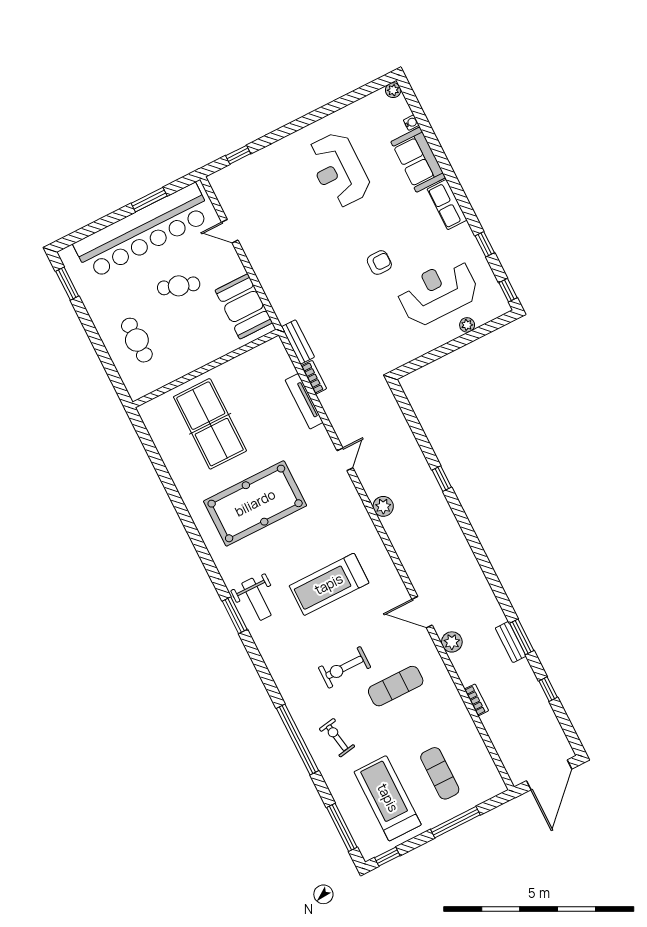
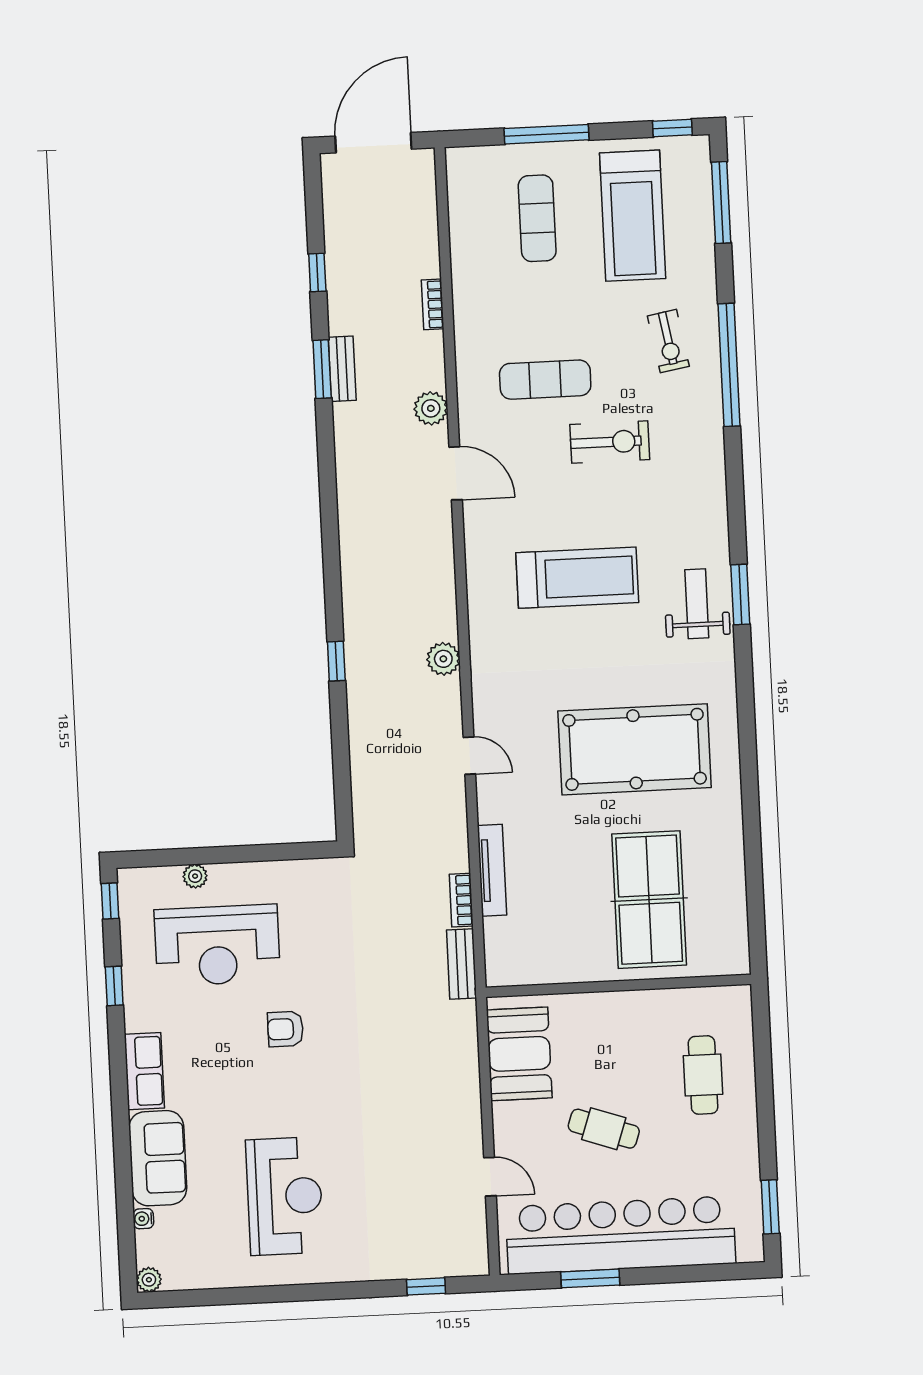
door: (345, 459) -> (469, 756), swing flipped

